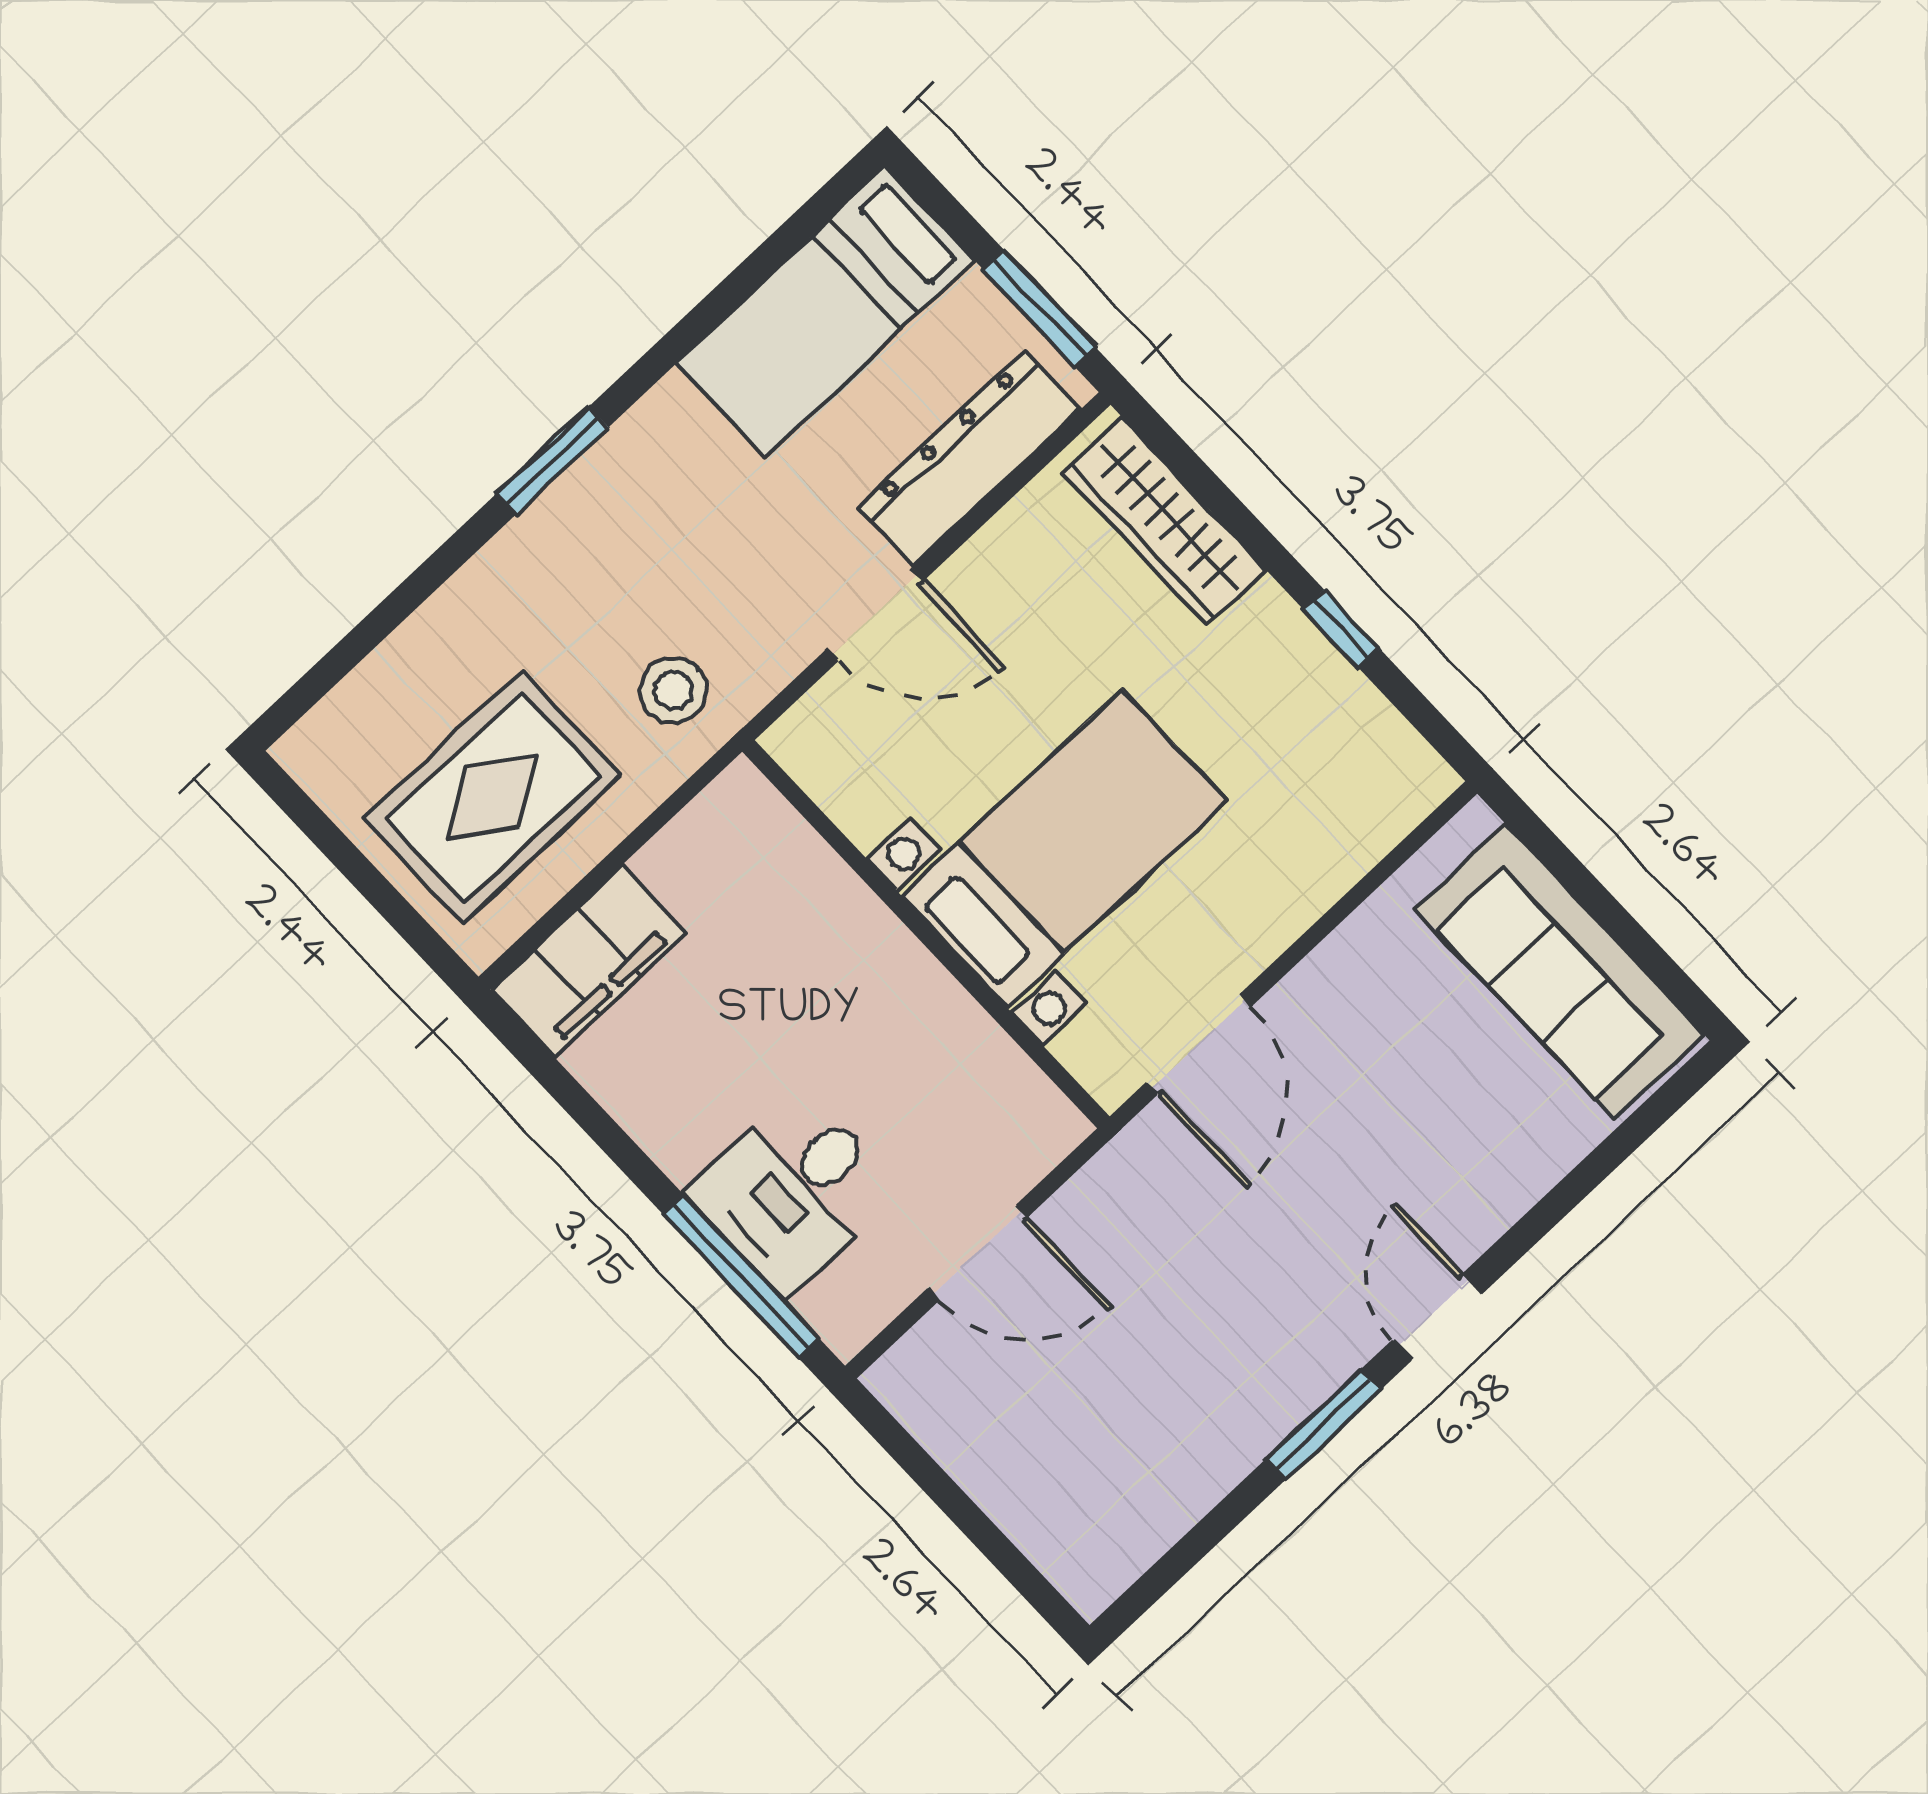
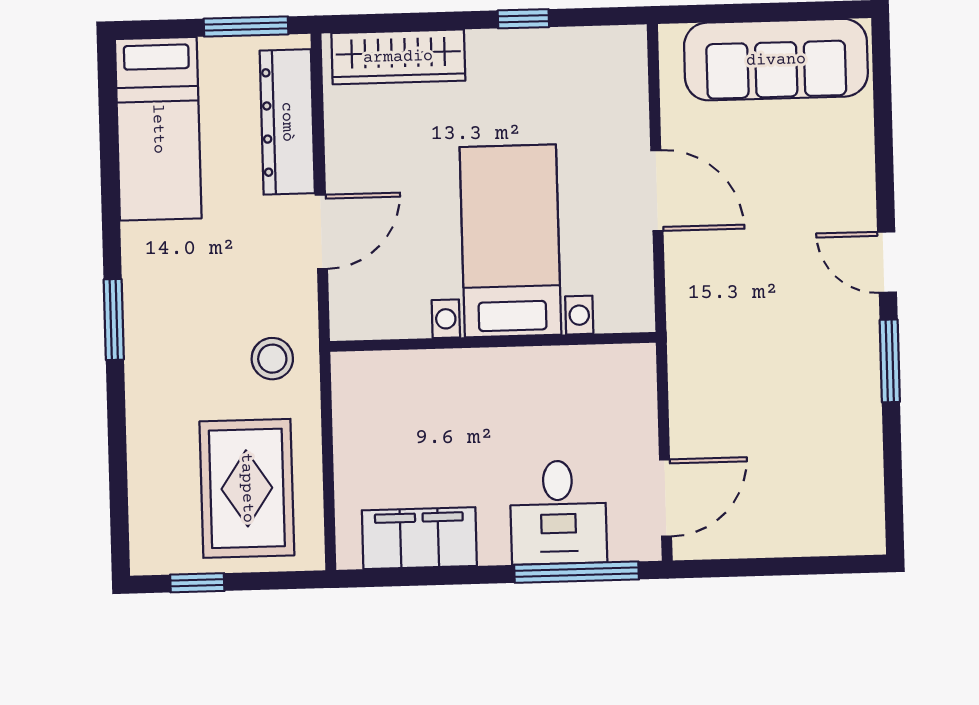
window: (328, 838) -> (197, 583), added
filing cabinet: (588, 961) -> (419, 538), moved, turned -90
door: (1199, 1044) -> (657, 191), moved
door: (977, 1253) -> (666, 498), moved

